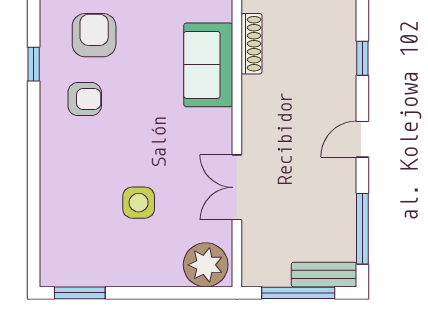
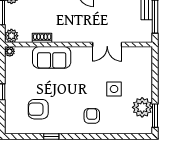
shoe rack: (252, 44) -> (42, 38), width x0.70
armchair: (85, 99) -> (92, 116), moved
plant: (206, 265) -> (142, 107), moved

